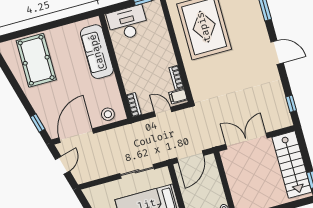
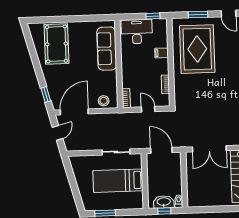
filing cabinet: (178, 96) -> (162, 53), moved
double door: (246, 141) -> (209, 149), swing flipped
door: (190, 157) -> (161, 150), swing flipped

